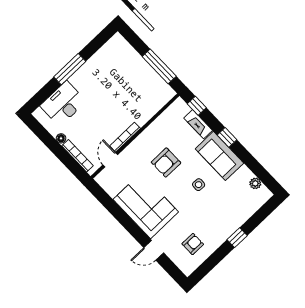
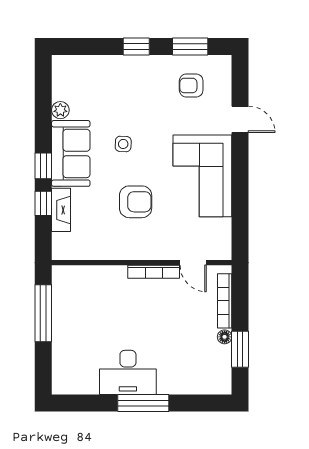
desk: (63, 104) -> (128, 372), moved
window: (197, 106) -> (43, 203), moved
window: (48, 140) -> (240, 349), added
door: (110, 160) -> (193, 263), hinge flipped
plant: (255, 183) -> (60, 110), moved
window: (211, 262) -> (190, 47), added

